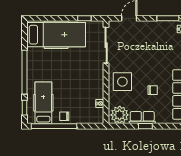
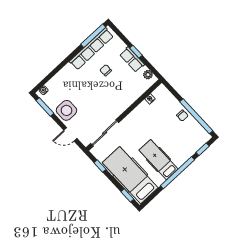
window: (43, 18) -> (127, 195), added
side table: (122, 82) -> (66, 110), moved
hospital bed: (43, 103) -> (159, 160), moved, turned 90
plant: (120, 115) -> (148, 75), width x0.53, depth x0.53

